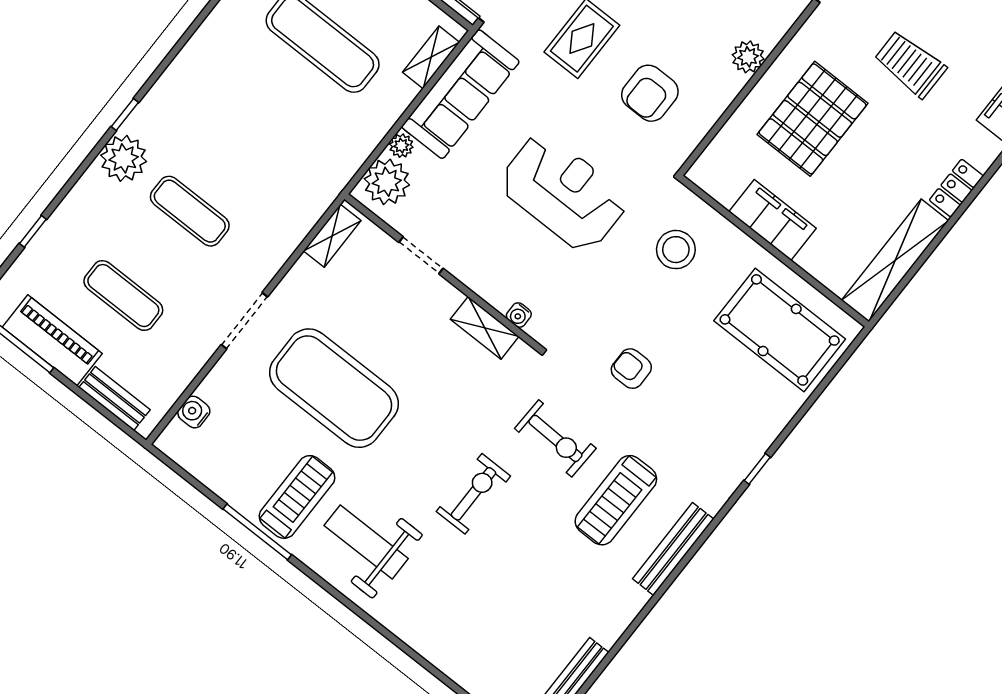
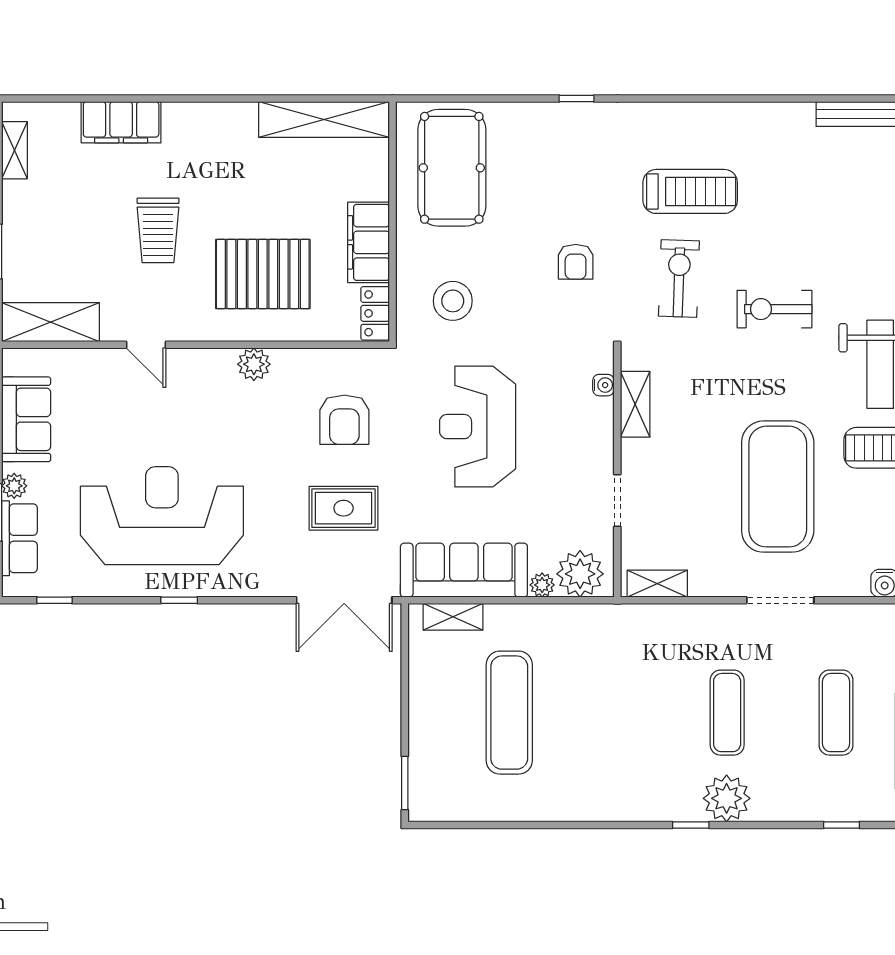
armchair: (650, 93) -> (344, 420), turned 90
locker: (956, 188) -> (375, 313), moved, turned 90
bench: (673, 549) -> (693, 115), removed

